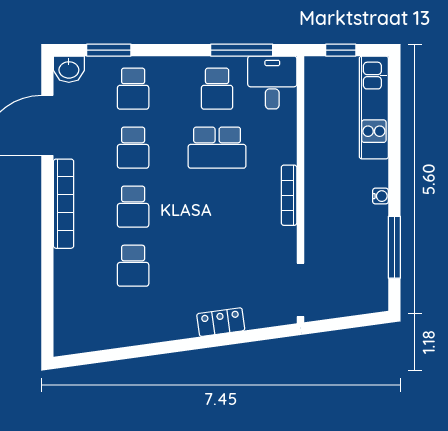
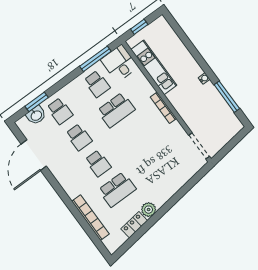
washbasin: (69, 69) -> (36, 115), moved
kitchen unit: (374, 108) -> (154, 67), moved, turned 180
bookcase: (64, 204) -> (90, 218), moved
school desk: (133, 266) -> (117, 189), width x1.85
locker: (221, 322) -> (134, 225), moved
plant: (158, 329) -> (149, 210), added

